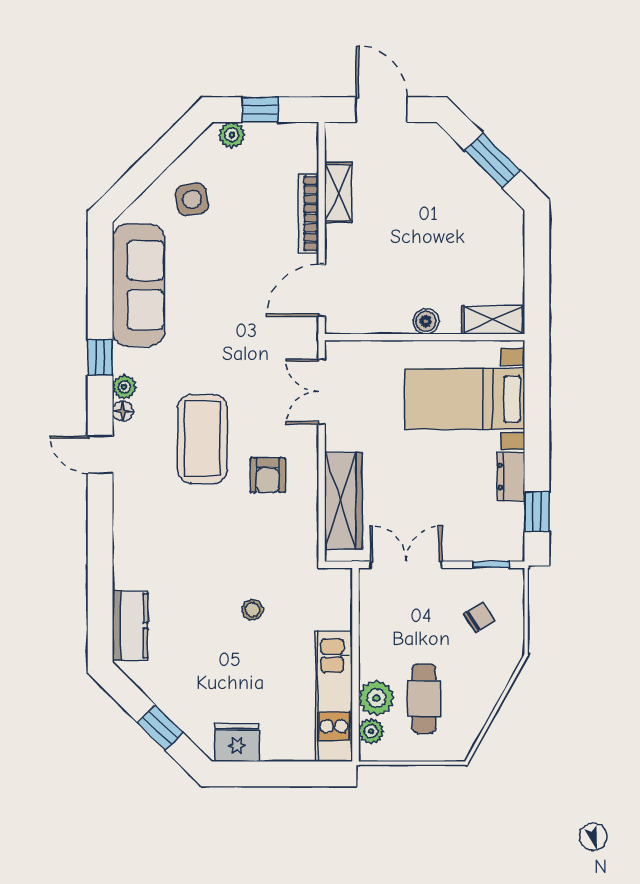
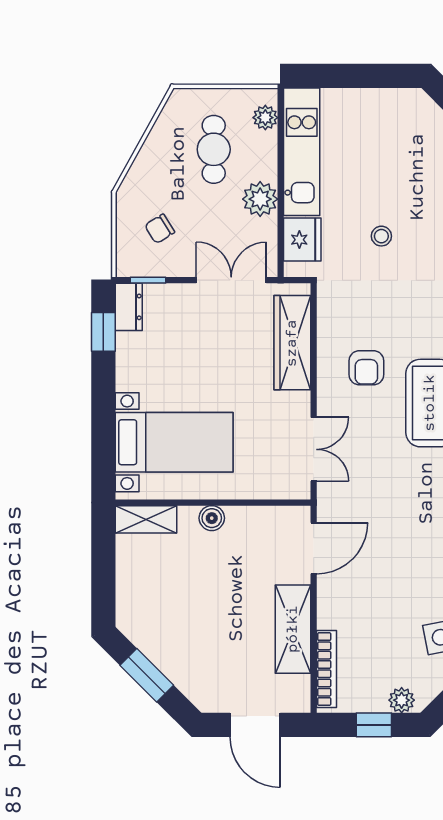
shelving: (338, 193) -> (293, 629), width x1.50, depth x1.33
bookcase: (308, 214) -> (327, 669), moved
armchair: (268, 475) -> (366, 368), turned 180
dresser: (511, 476) -> (129, 307), moved
double door: (406, 565) -> (231, 280), swing flipped
plant: (376, 698) -> (260, 199), moved
fridge: (237, 743) -> (302, 240), moved, turned -90

